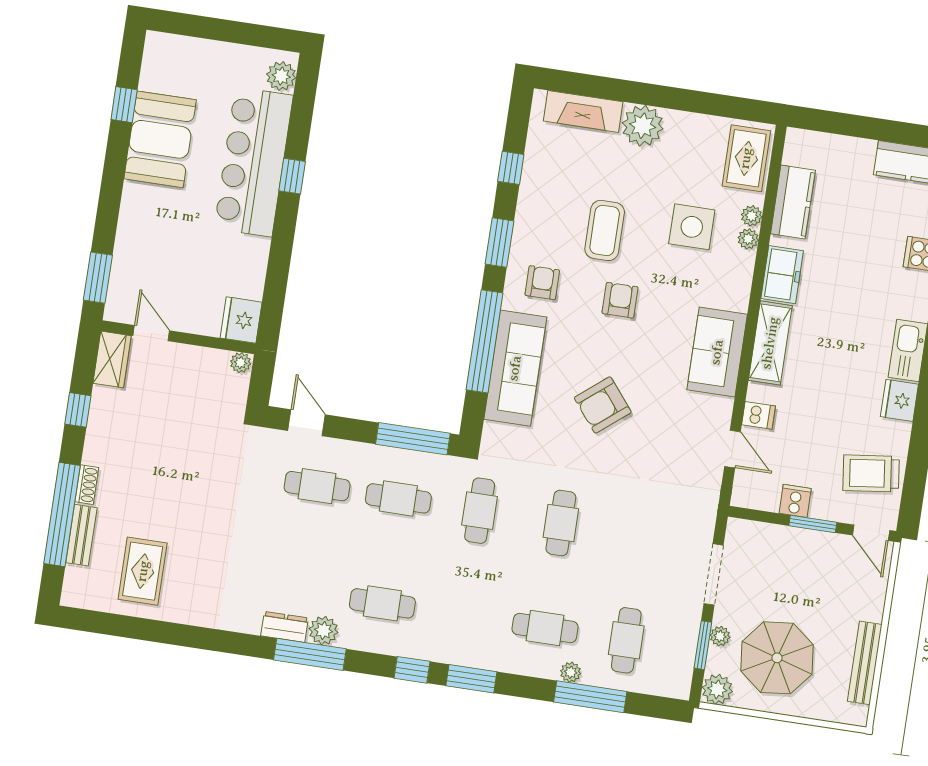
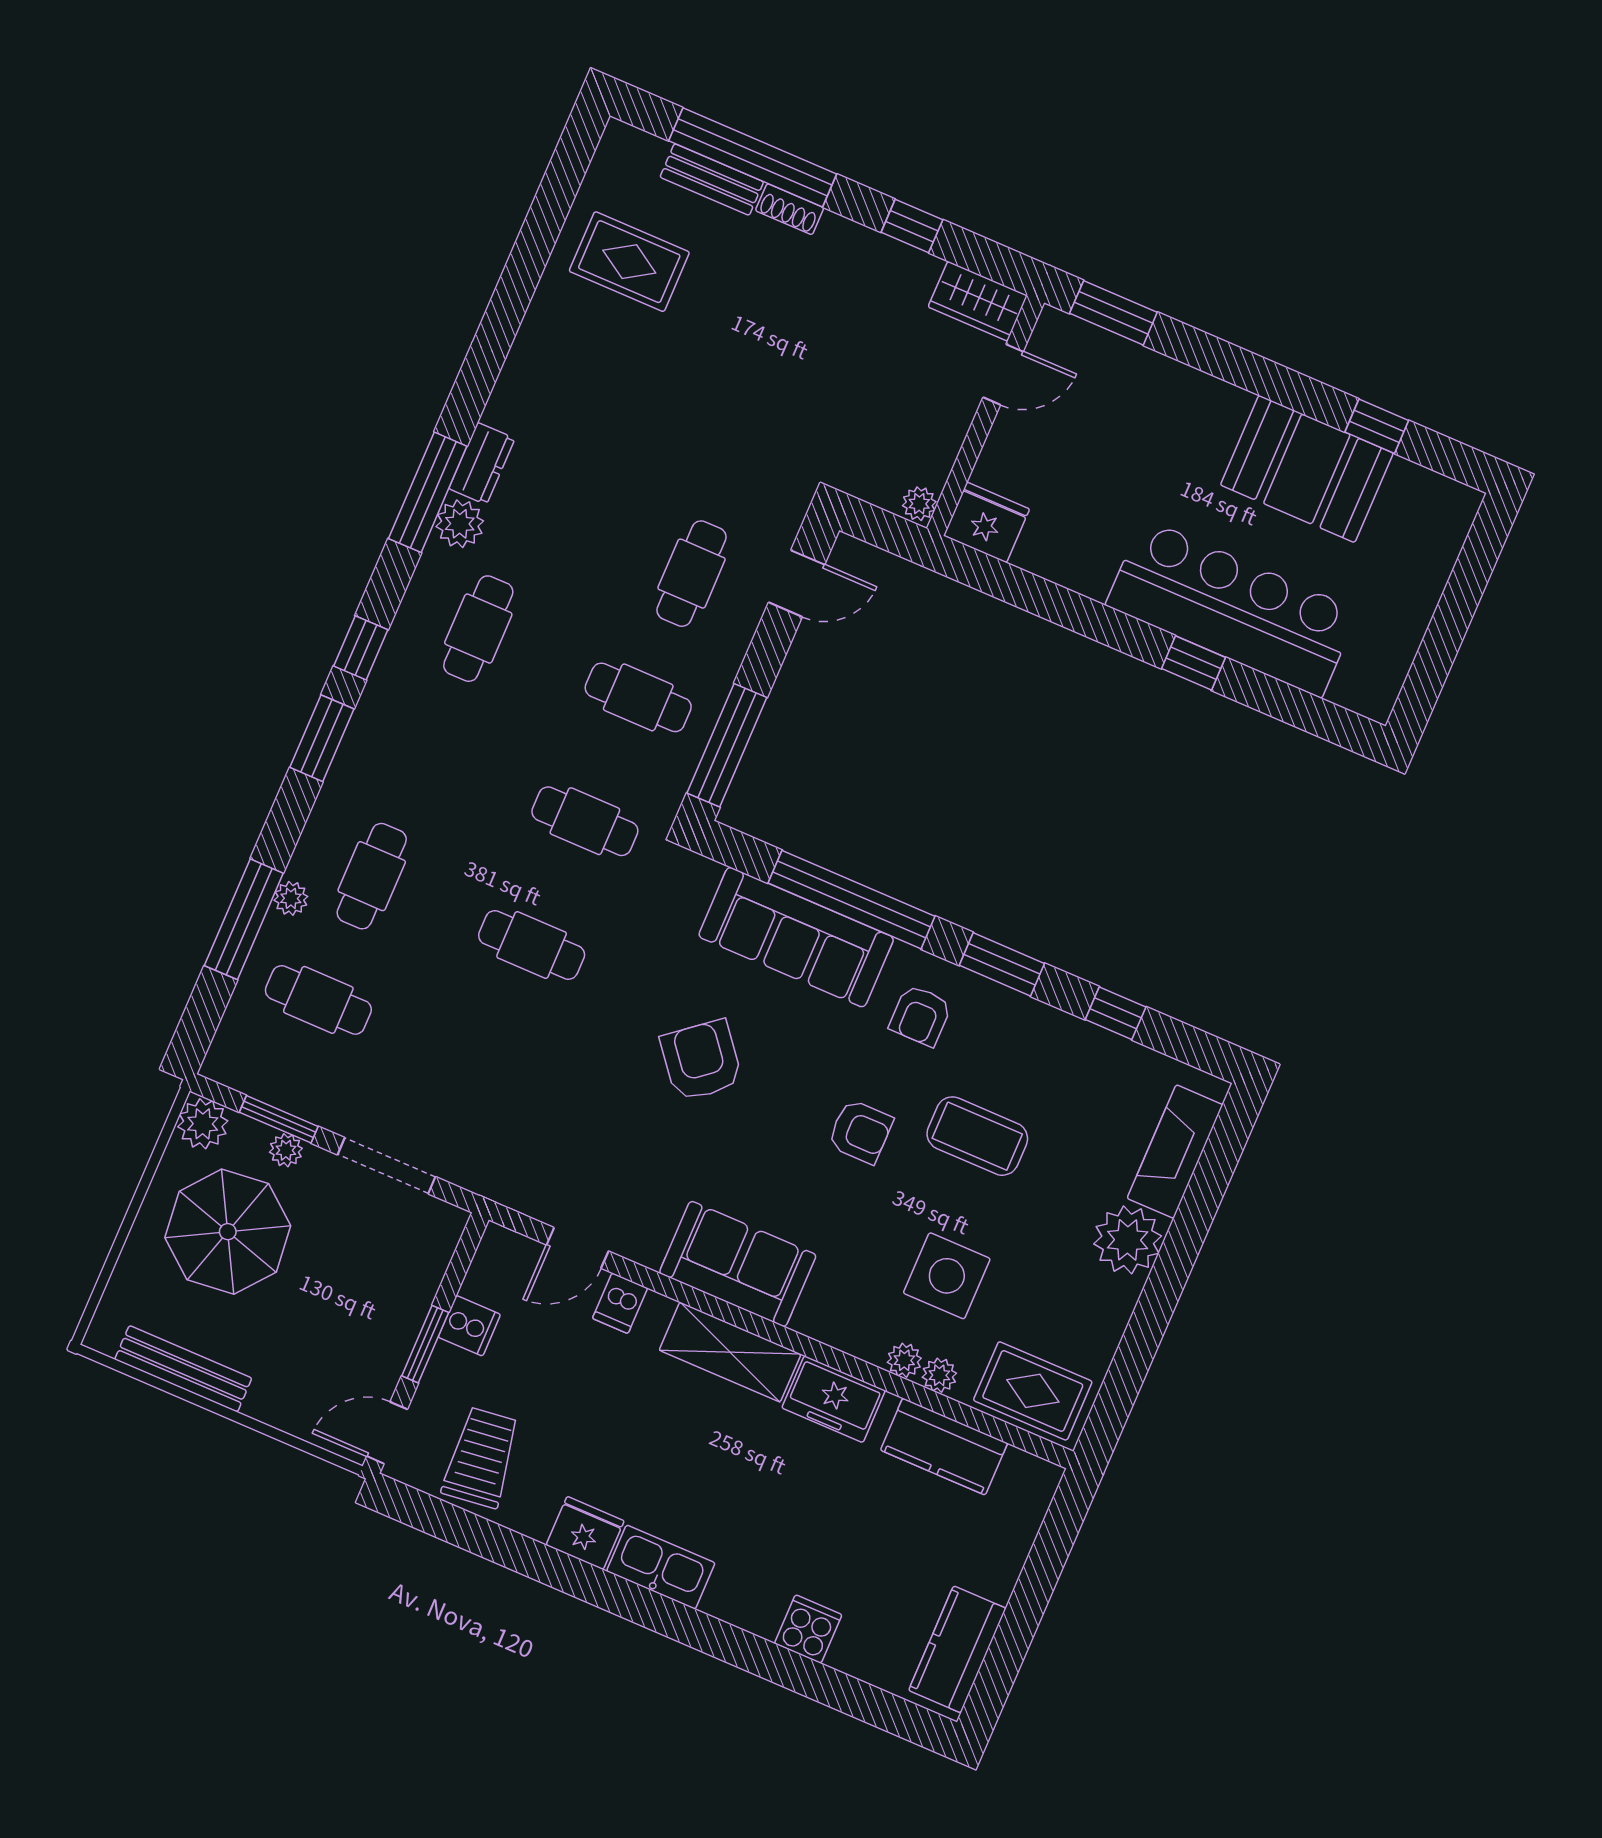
plant: (281, 76) -> (1357, 687), removed
armchair: (542, 283) -> (920, 1016), turned 90
cafe table: (398, 498) -> (638, 697), turned 90

